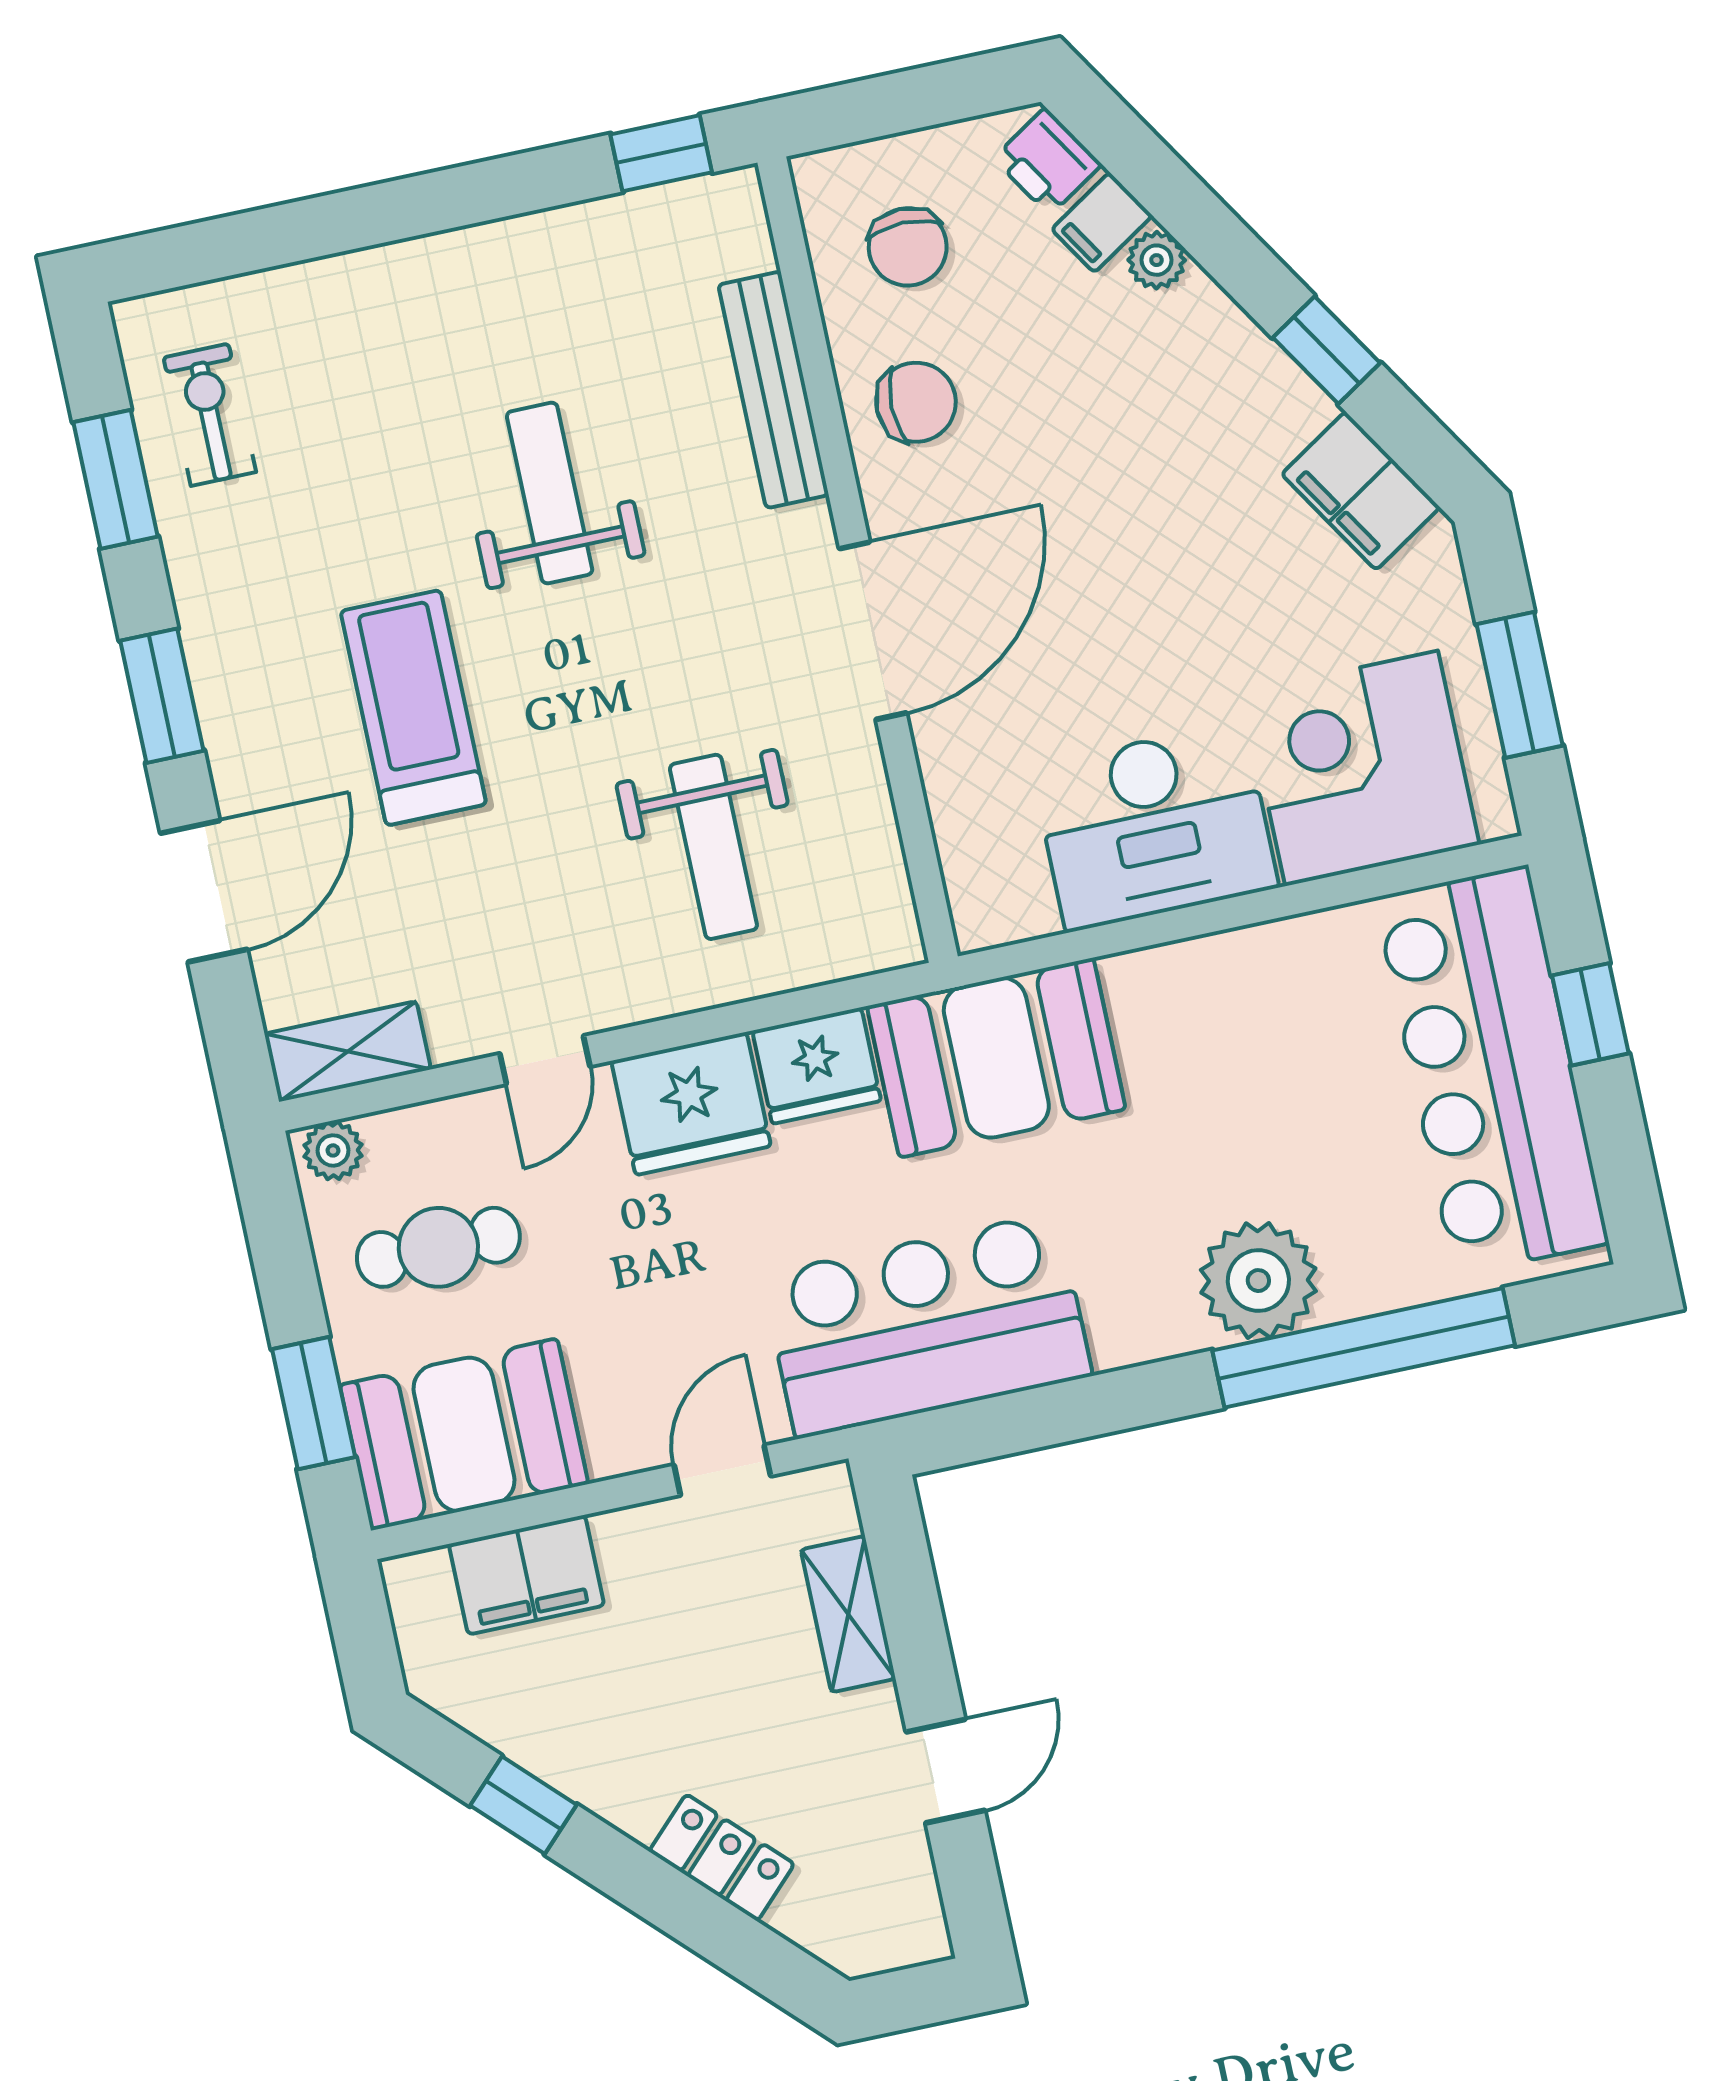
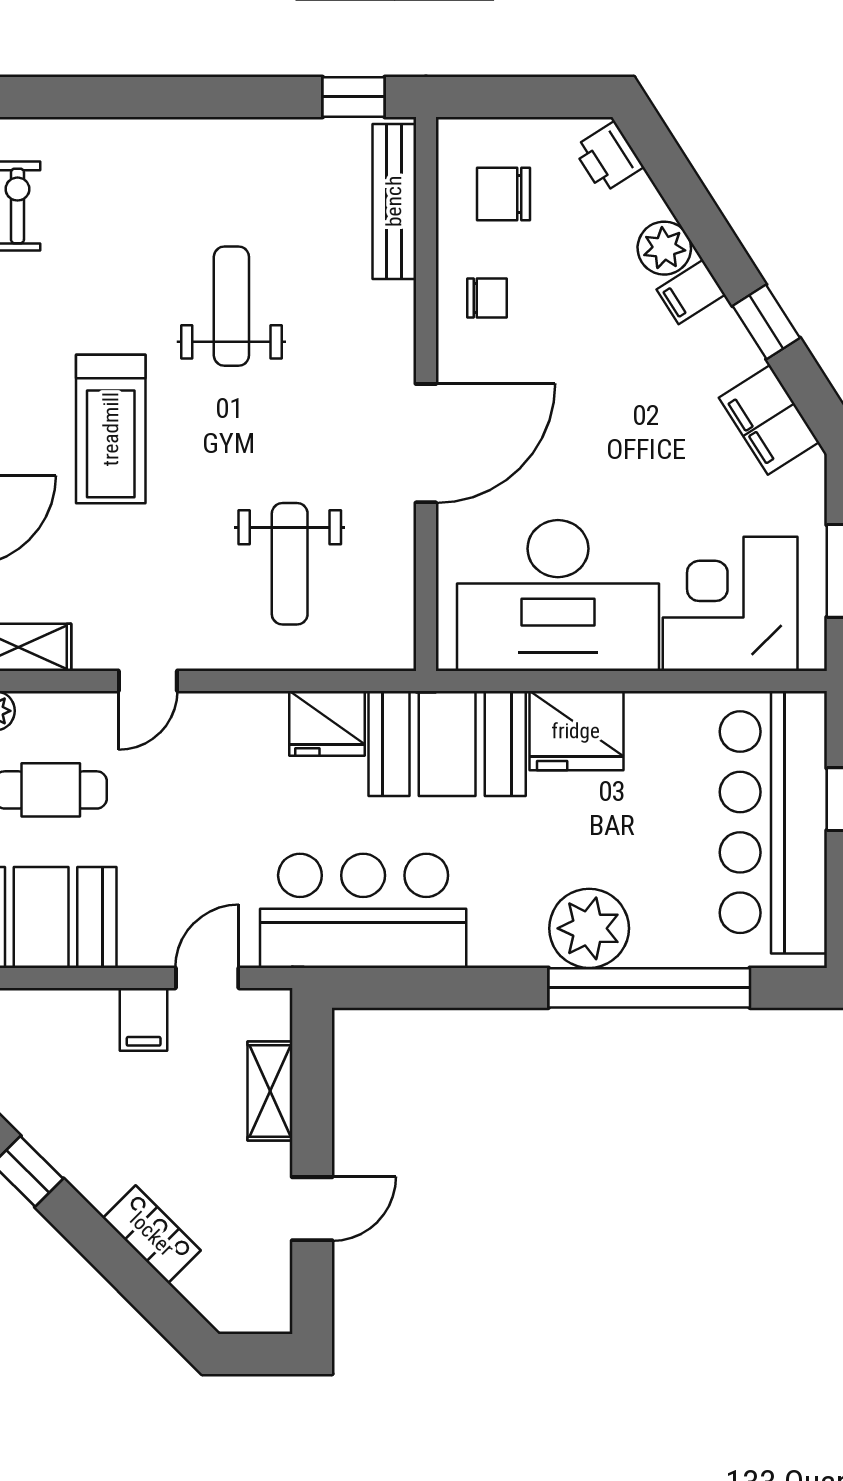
filing cabinet: (1102, 222) -> (691, 292), moved
chair: (908, 247) -> (504, 194), turned 90
plant: (1157, 260) -> (664, 248), width x1.38, depth x1.38
bench: (773, 390) -> (394, 201), moved
chair: (916, 402) -> (487, 298), width x0.73, depth x0.73
treadmill: (413, 708) -> (111, 429), turned 180
desk: (1155, 827) -> (558, 595), width x1.36, depth x1.30
fridge: (691, 1104) -> (576, 731), moved
filing cabinet: (526, 1575) -> (144, 1019), moved, width x0.50

